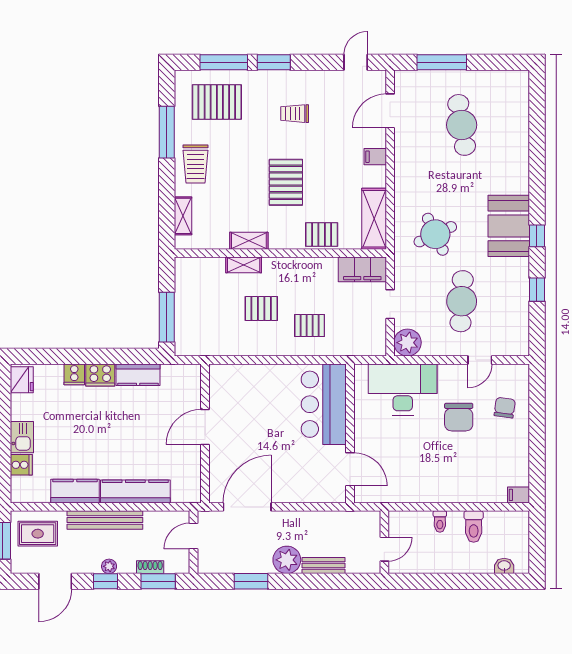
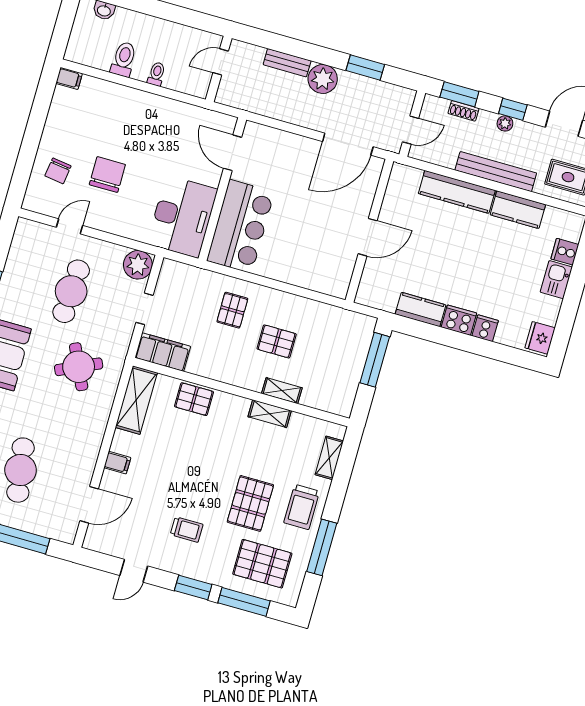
door: (356, 62) -> (134, 571), moved
trolley: (196, 164) -> (302, 507), turned 180
pallet: (286, 182) -> (250, 503), moved
pallet: (310, 326) -> (232, 310), turned 90
desk: (403, 389) -> (182, 217), moved, turned -90

